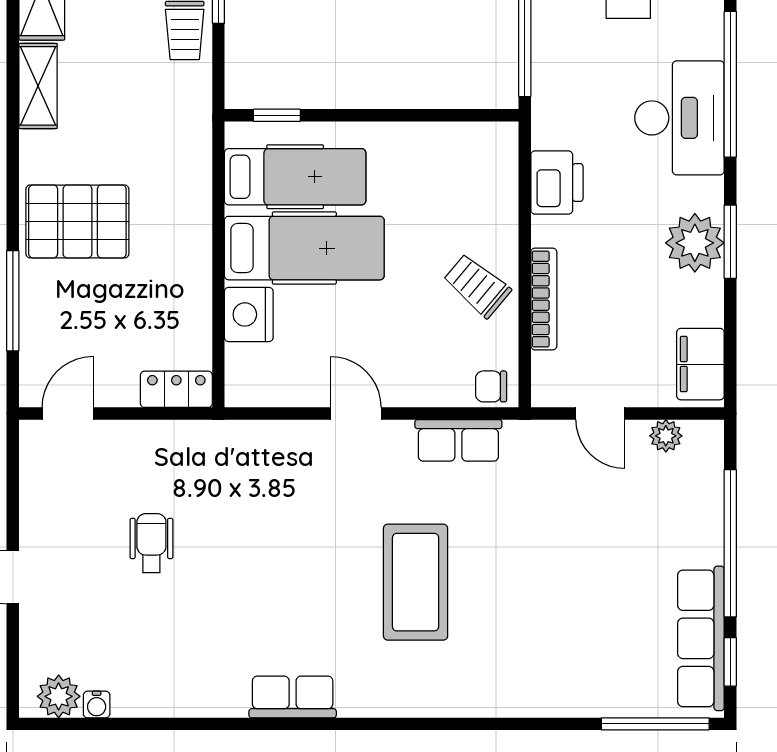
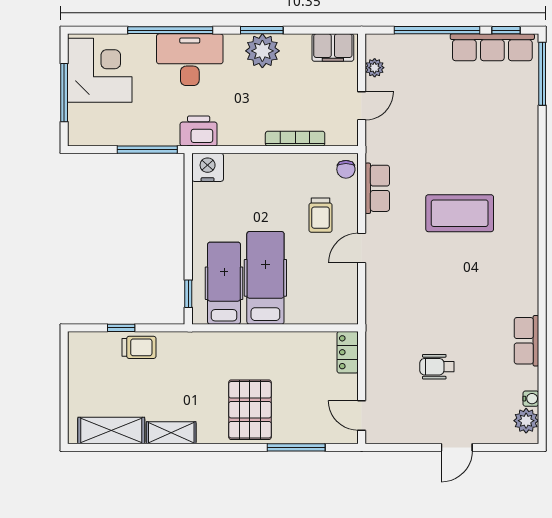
printer: (557, 183) -> (199, 131), moved
trolley: (477, 286) -> (321, 215), moved, turned -40
nightstand: (249, 314) -> (208, 167), moved, turned 180
row of seats: (293, 697) -> (526, 341), moved

